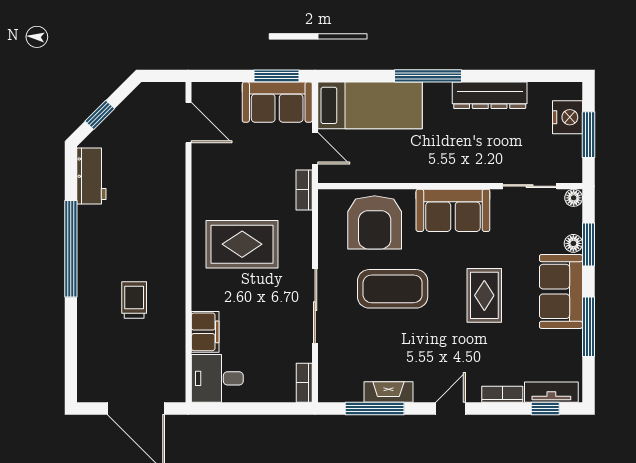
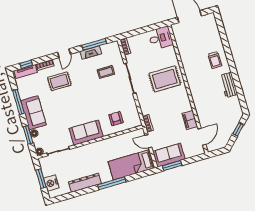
door: (188, 123) -> (202, 137), swing flipped
workbench: (91, 176) -> (229, 85), moved
armchair: (375, 222) -> (116, 119), width x0.53, depth x0.53
rug: (242, 244) -> (165, 79), moved
window: (71, 249) -> (234, 73), removed
coffee table: (393, 289) -> (106, 72), moved, width x0.54, depth x0.58
rug: (484, 295) -> (59, 81), moved, turned 90
trolley: (134, 300) -> (215, 60), moved
filing cabinet: (205, 332) -> (190, 120), moved

